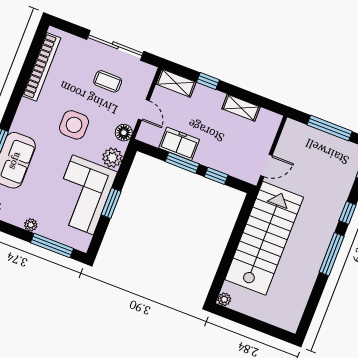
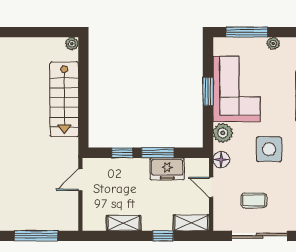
stairs: (264, 238) -> (64, 99), width x0.73, depth x0.66

